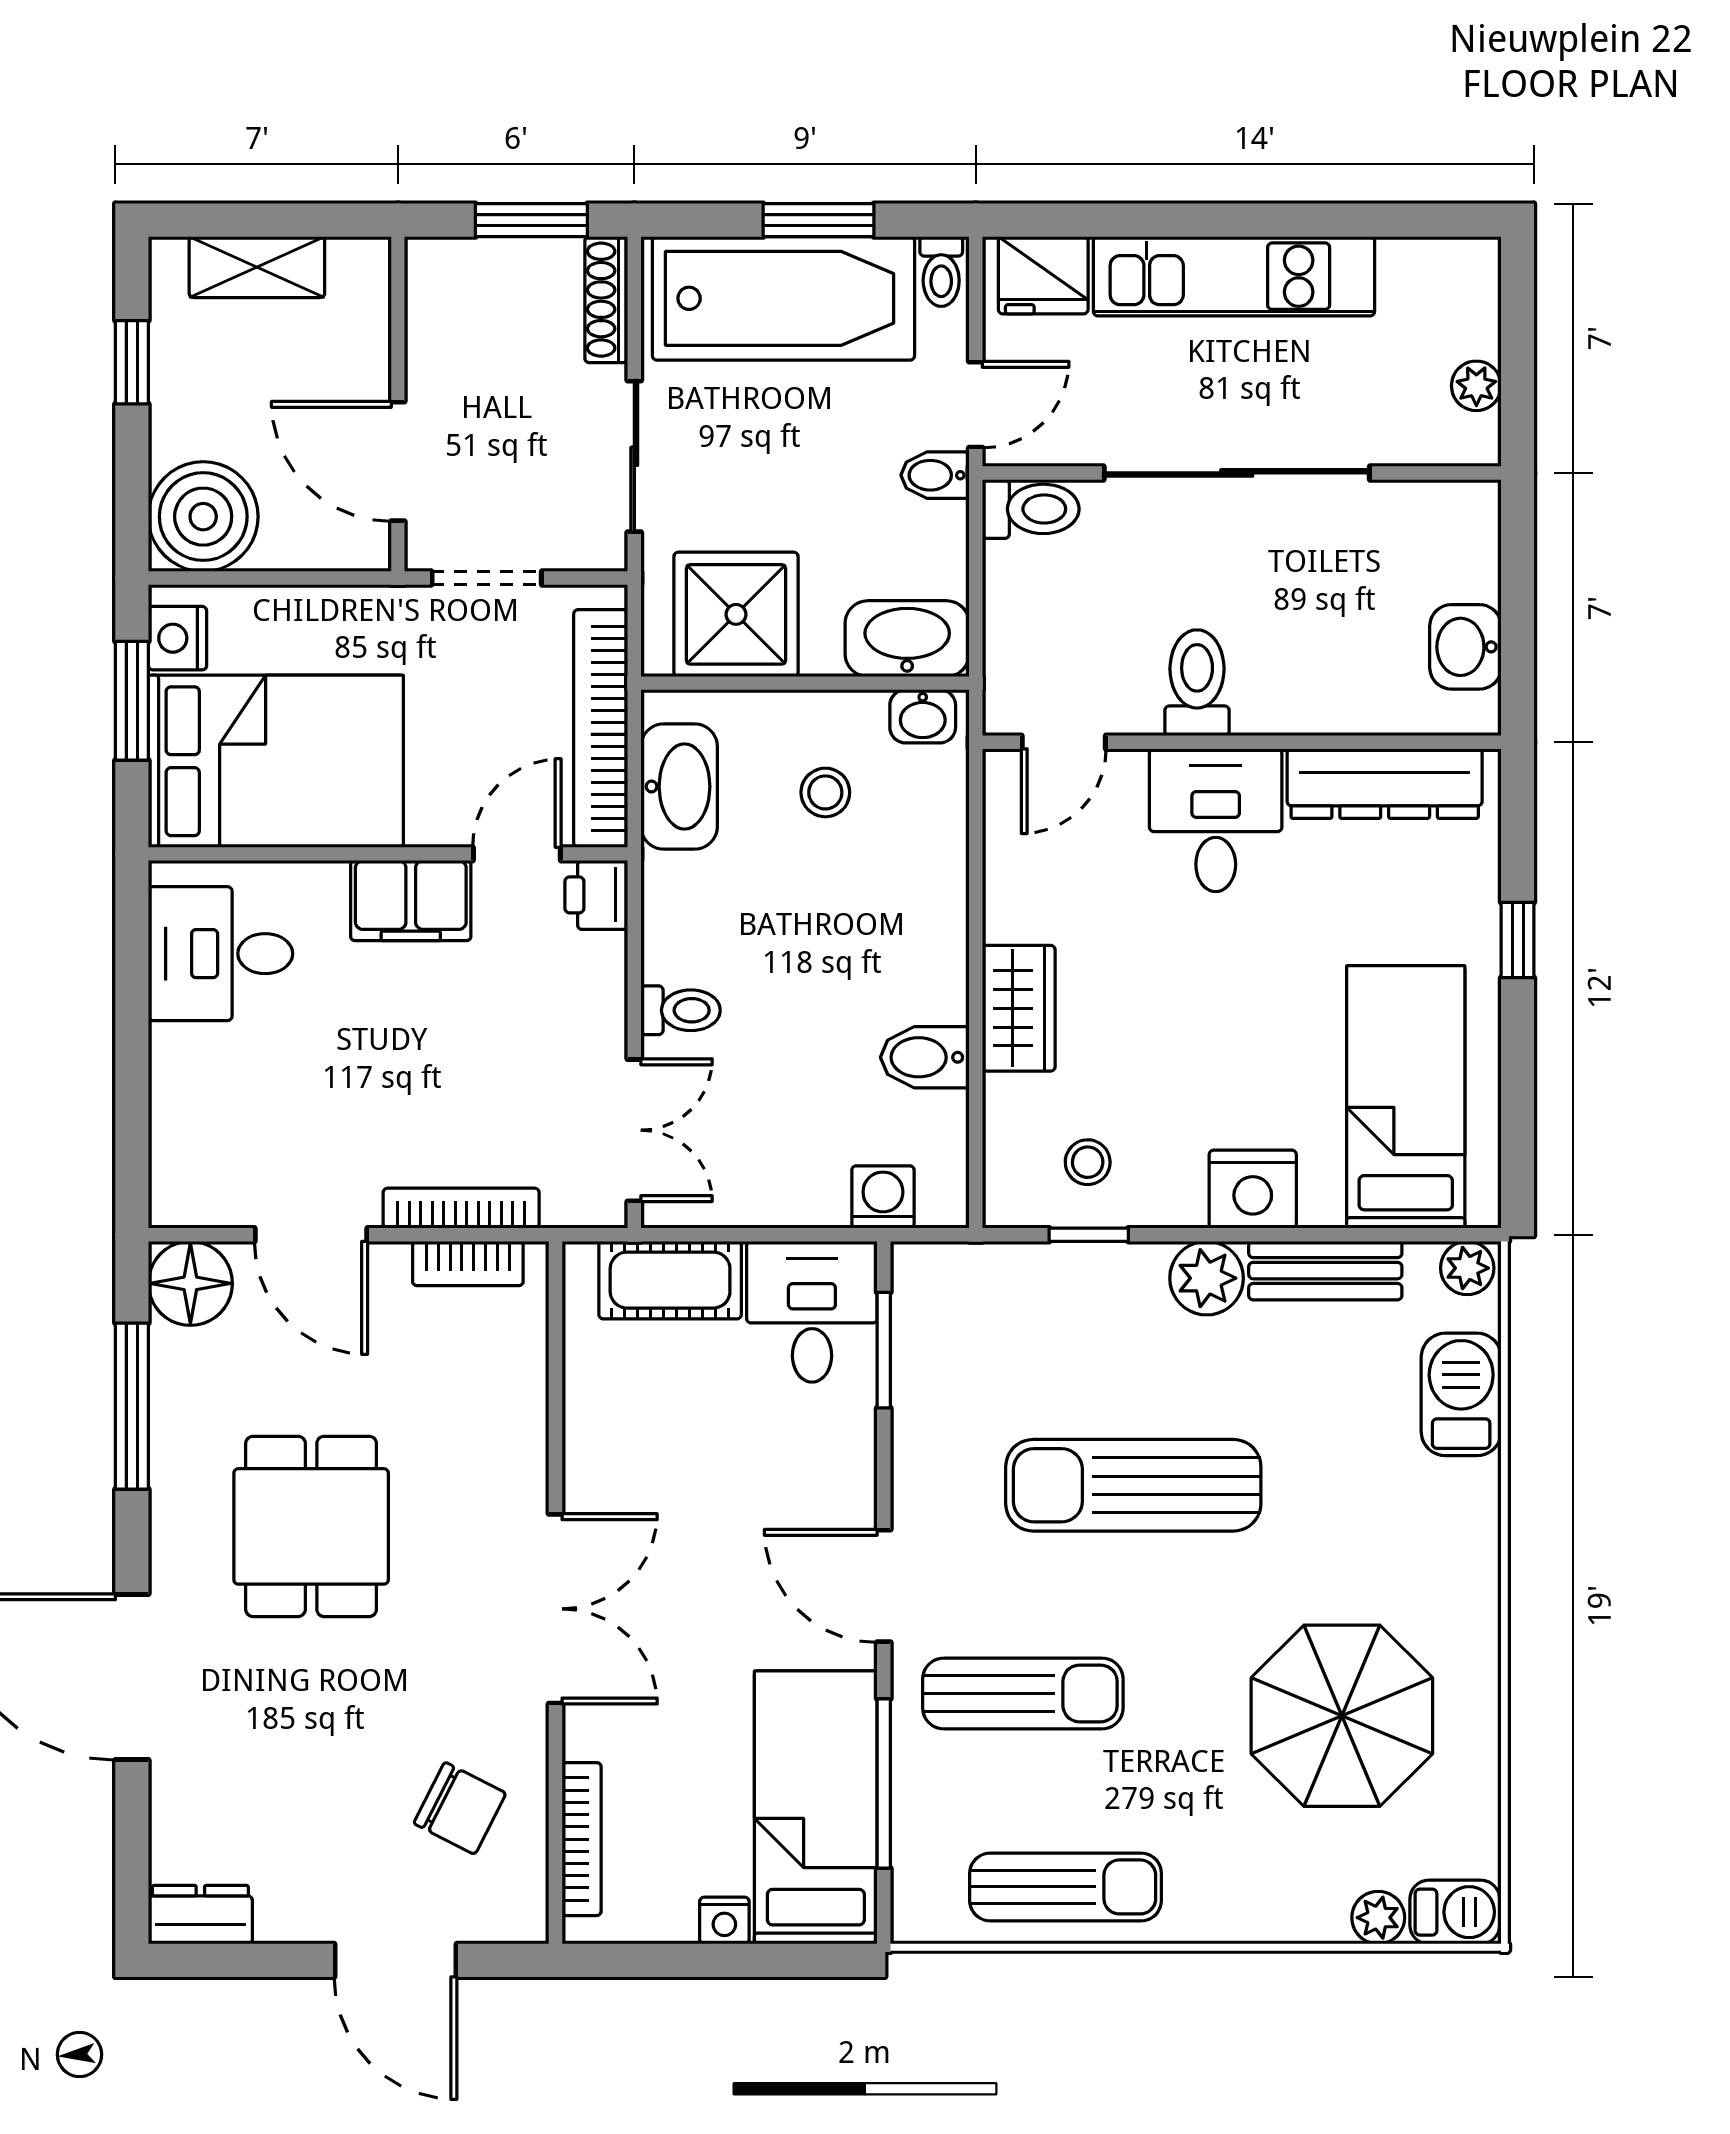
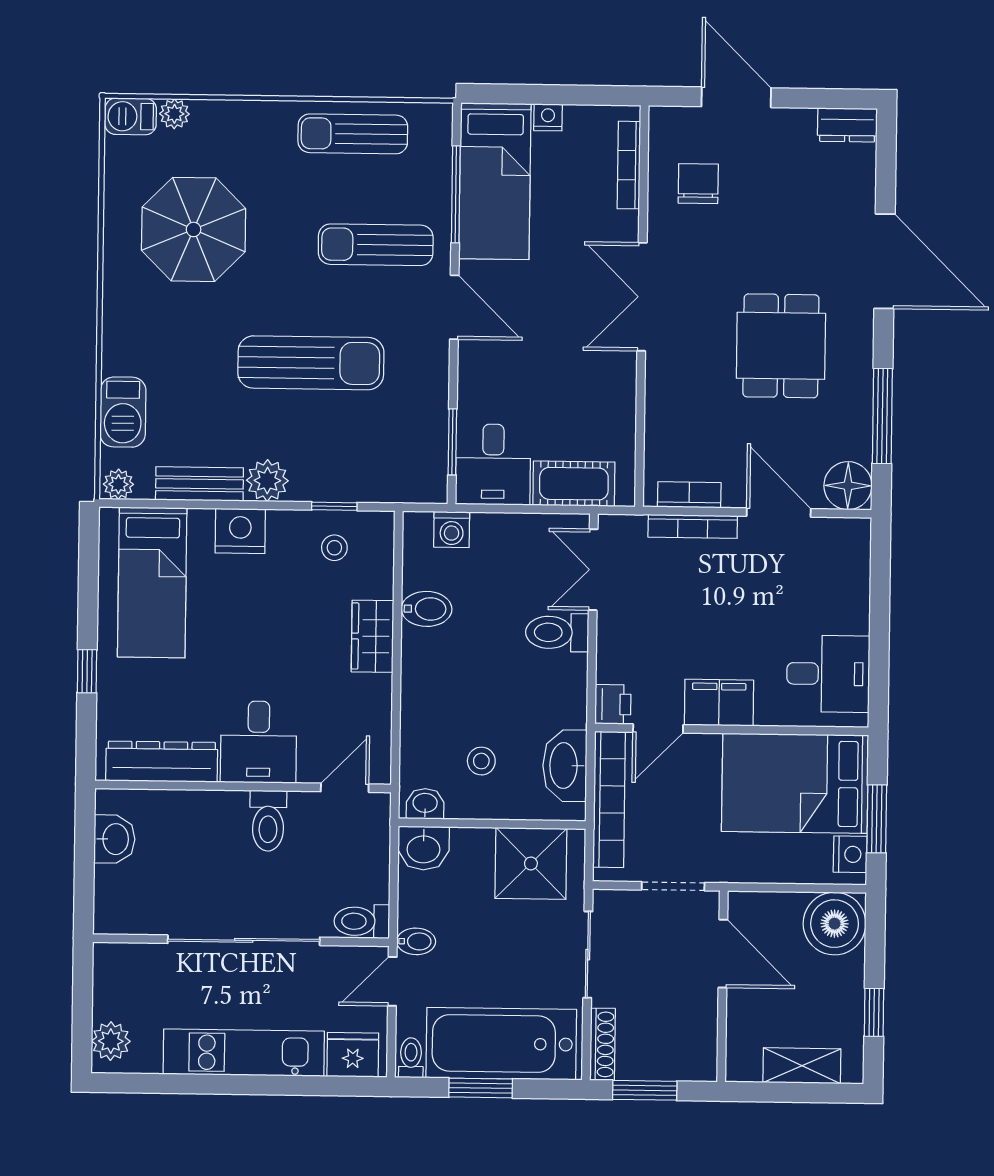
plant: (1476, 386) -> (111, 1041), moved, width x1.38, depth x1.38
washbasin: (907, 639) -> (423, 848), width x0.72
toilet: (681, 1010) -> (557, 632), width x1.37, depth x1.39
chair: (460, 1808) -> (698, 184), turned 63

